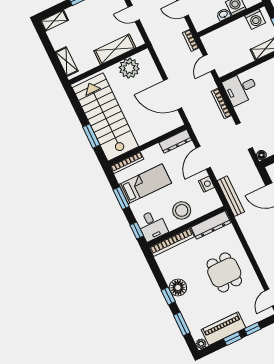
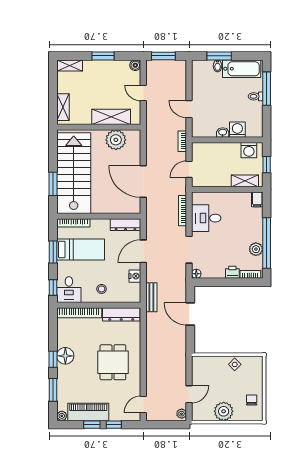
desk: (241, 88) -> (206, 218), moved
bench: (231, 196) -> (151, 297), width x0.73
stool: (182, 210) -> (102, 289), width x0.53, depth x0.53

